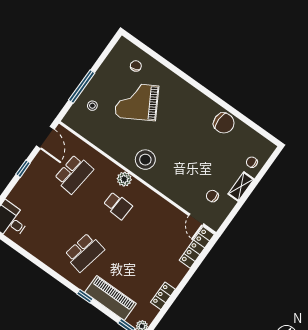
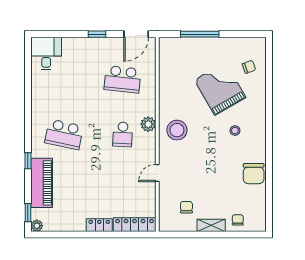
stool: (92, 106) -> (235, 131), moved
door: (196, 220) -> (157, 173), moved
locker: (163, 296) -> (99, 225), moved

